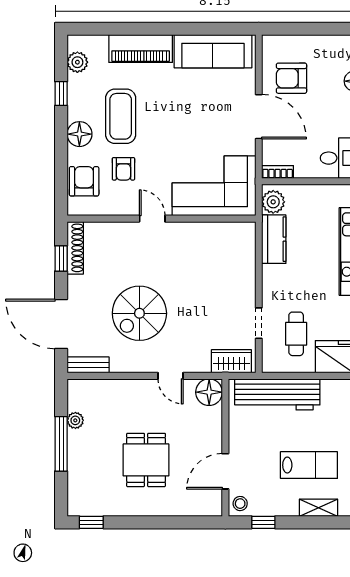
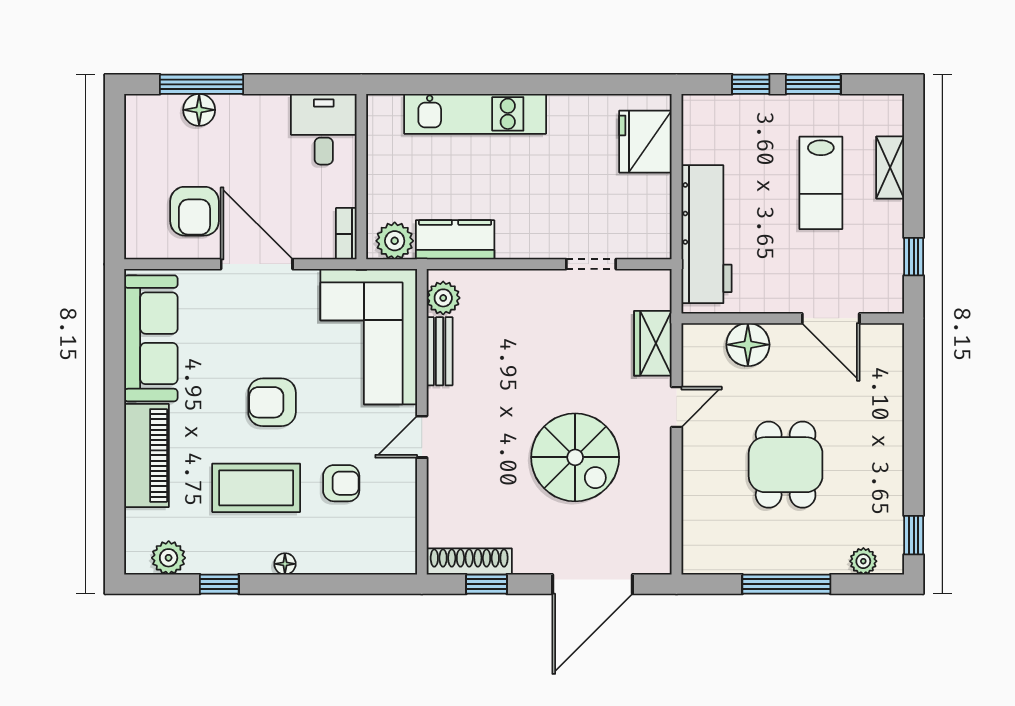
door: (259, 117) -> (257, 264), hinge flipped
floor lamp: (79, 134) -> (285, 564), width x0.53, depth x0.53
armchair: (84, 181) -> (272, 402), moved
plant: (238, 232) -> (443, 298), added
cafe table: (296, 334) -> (608, 204), removed
wardrobe: (231, 361) -> (653, 343), moved
bench: (88, 365) -> (440, 351), moved
floor lamp: (209, 392) -> (748, 345), moved
plant: (75, 420) -> (863, 561), moved
dining table: (146, 460) -> (786, 465), moved, turned 90
lab bench: (309, 465) -> (821, 183), turned 180
stool: (240, 504) -> (883, 294), removed

